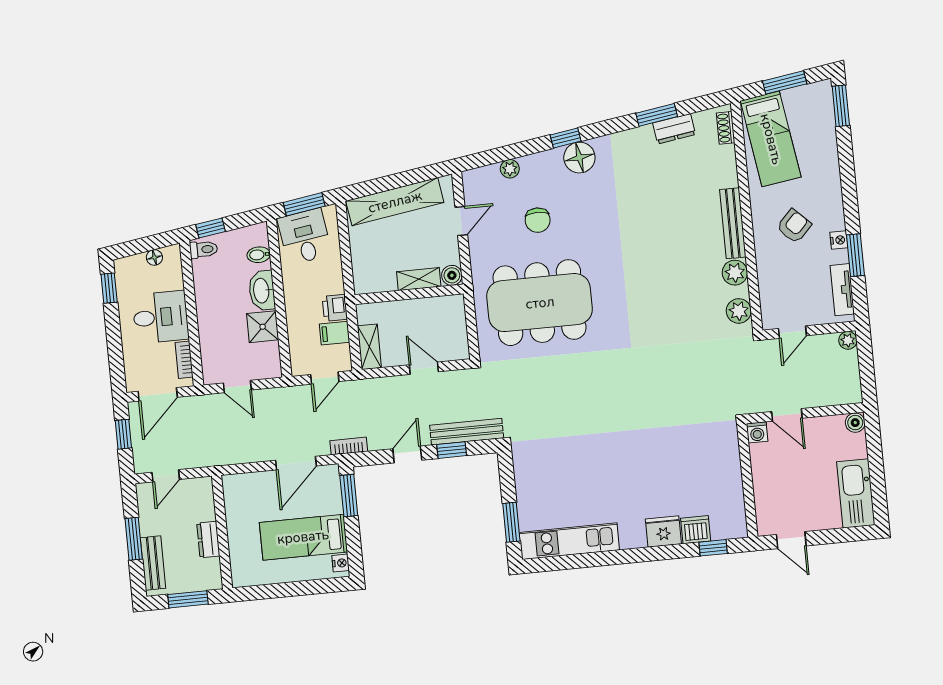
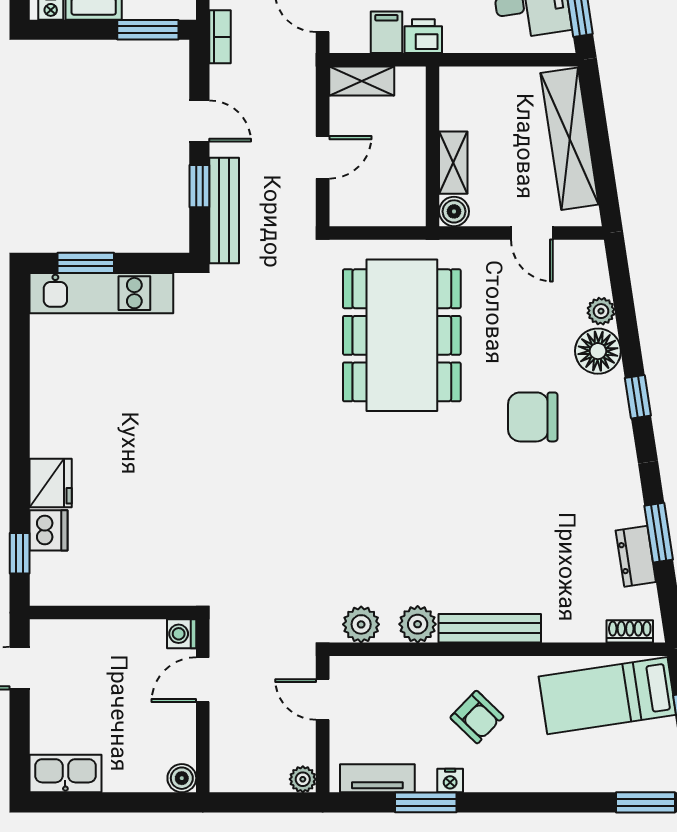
floor lamp: (579, 158) -> (598, 351), moved
chair: (538, 220) -> (533, 417), moved, width x1.37, depth x1.37
kitchen sink: (856, 493) -> (65, 773), width x0.73, depth x0.81
kitchen unit: (569, 541) -> (101, 293), moved, turned 90

